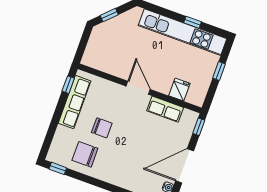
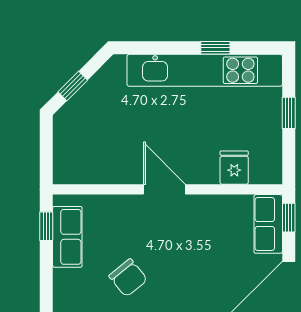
row of seats: (74, 102) -> (67, 237), width x0.68
row of seats: (165, 109) -> (268, 224), moved, turned 90
chair: (102, 128) -> (128, 278), turned 51

